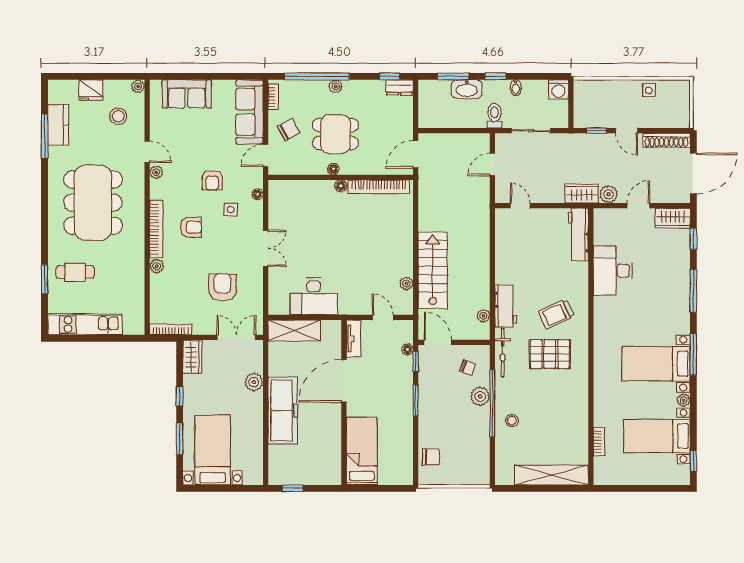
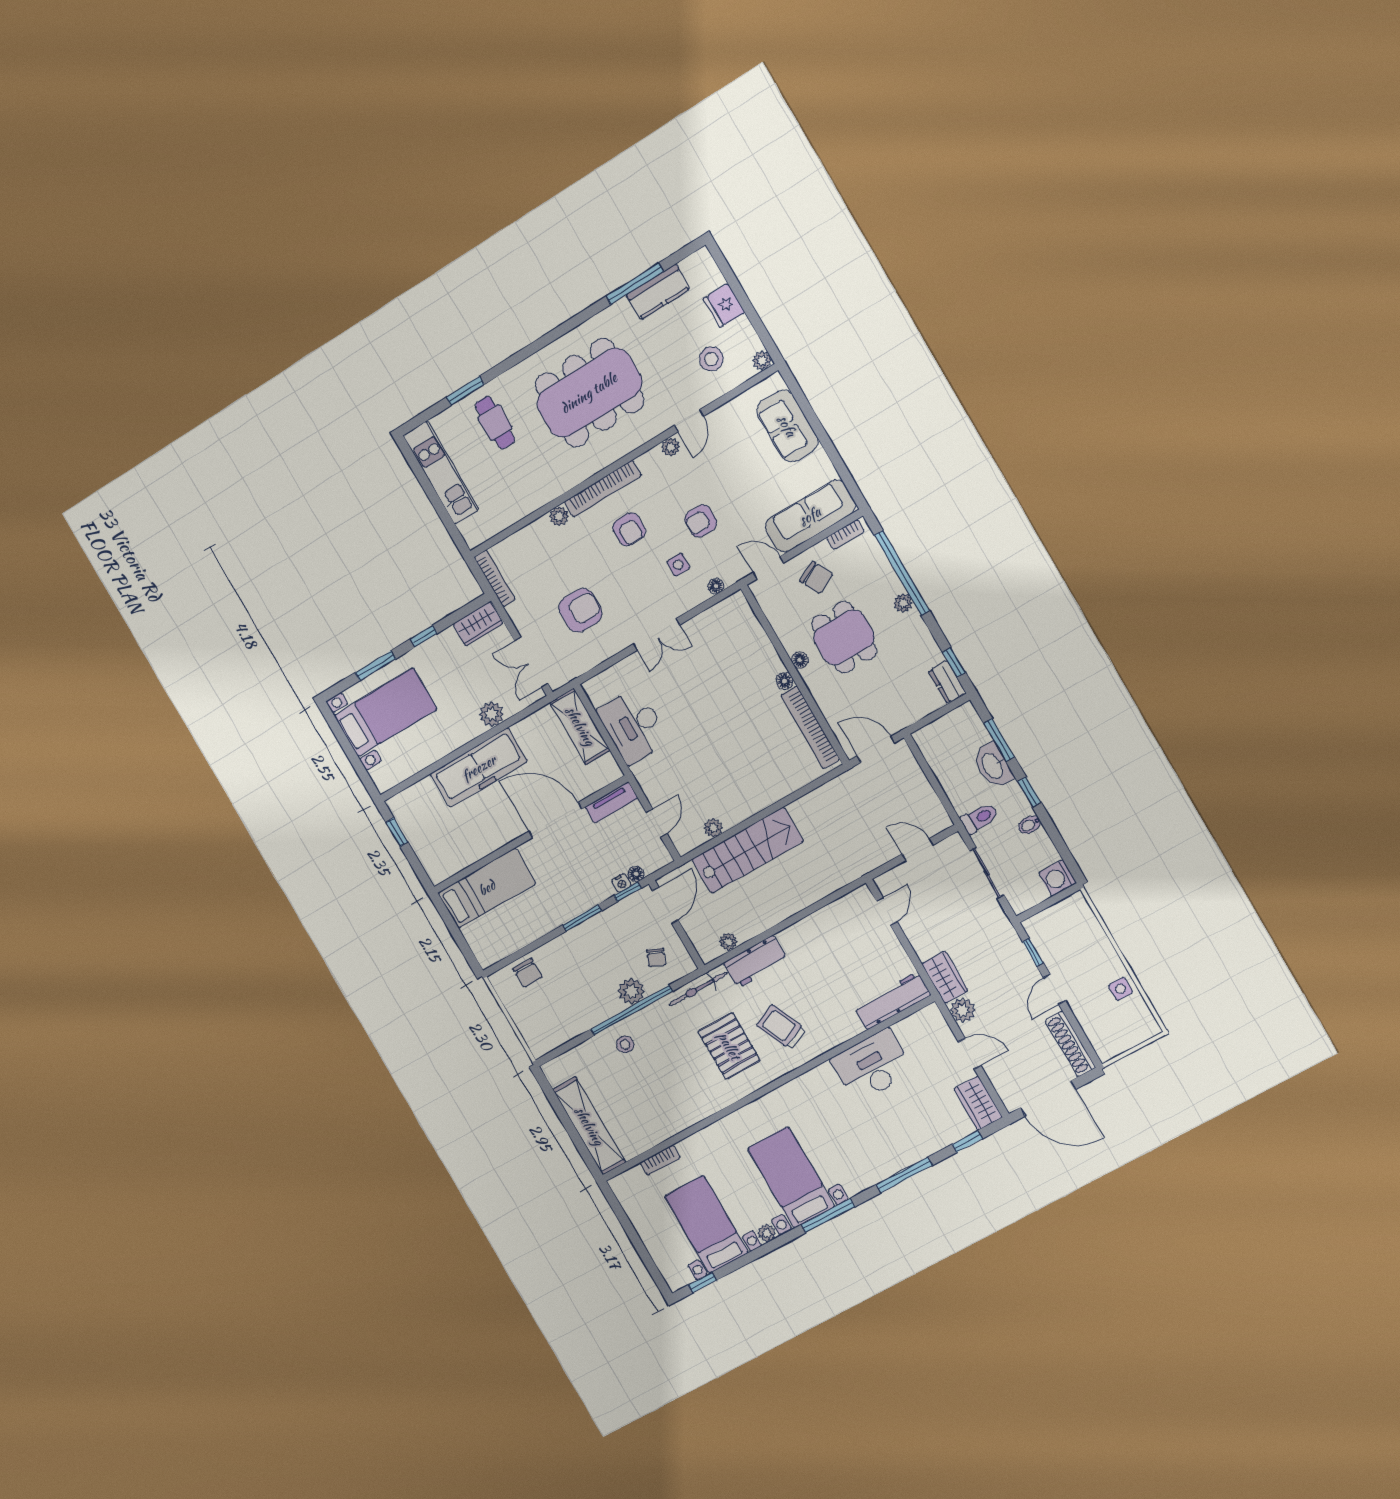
double door: (236, 337) -> (531, 662), swing flipped
nightstand: (408, 362) -> (621, 883), added

